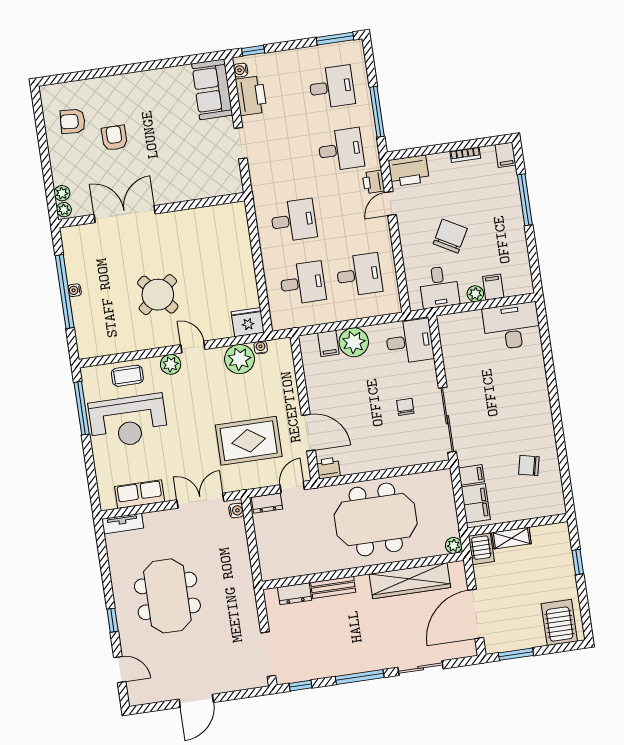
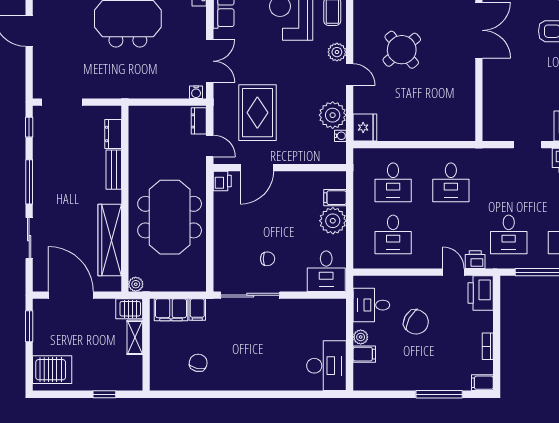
door: (193, 347) -> (350, 75), hinge flipped

